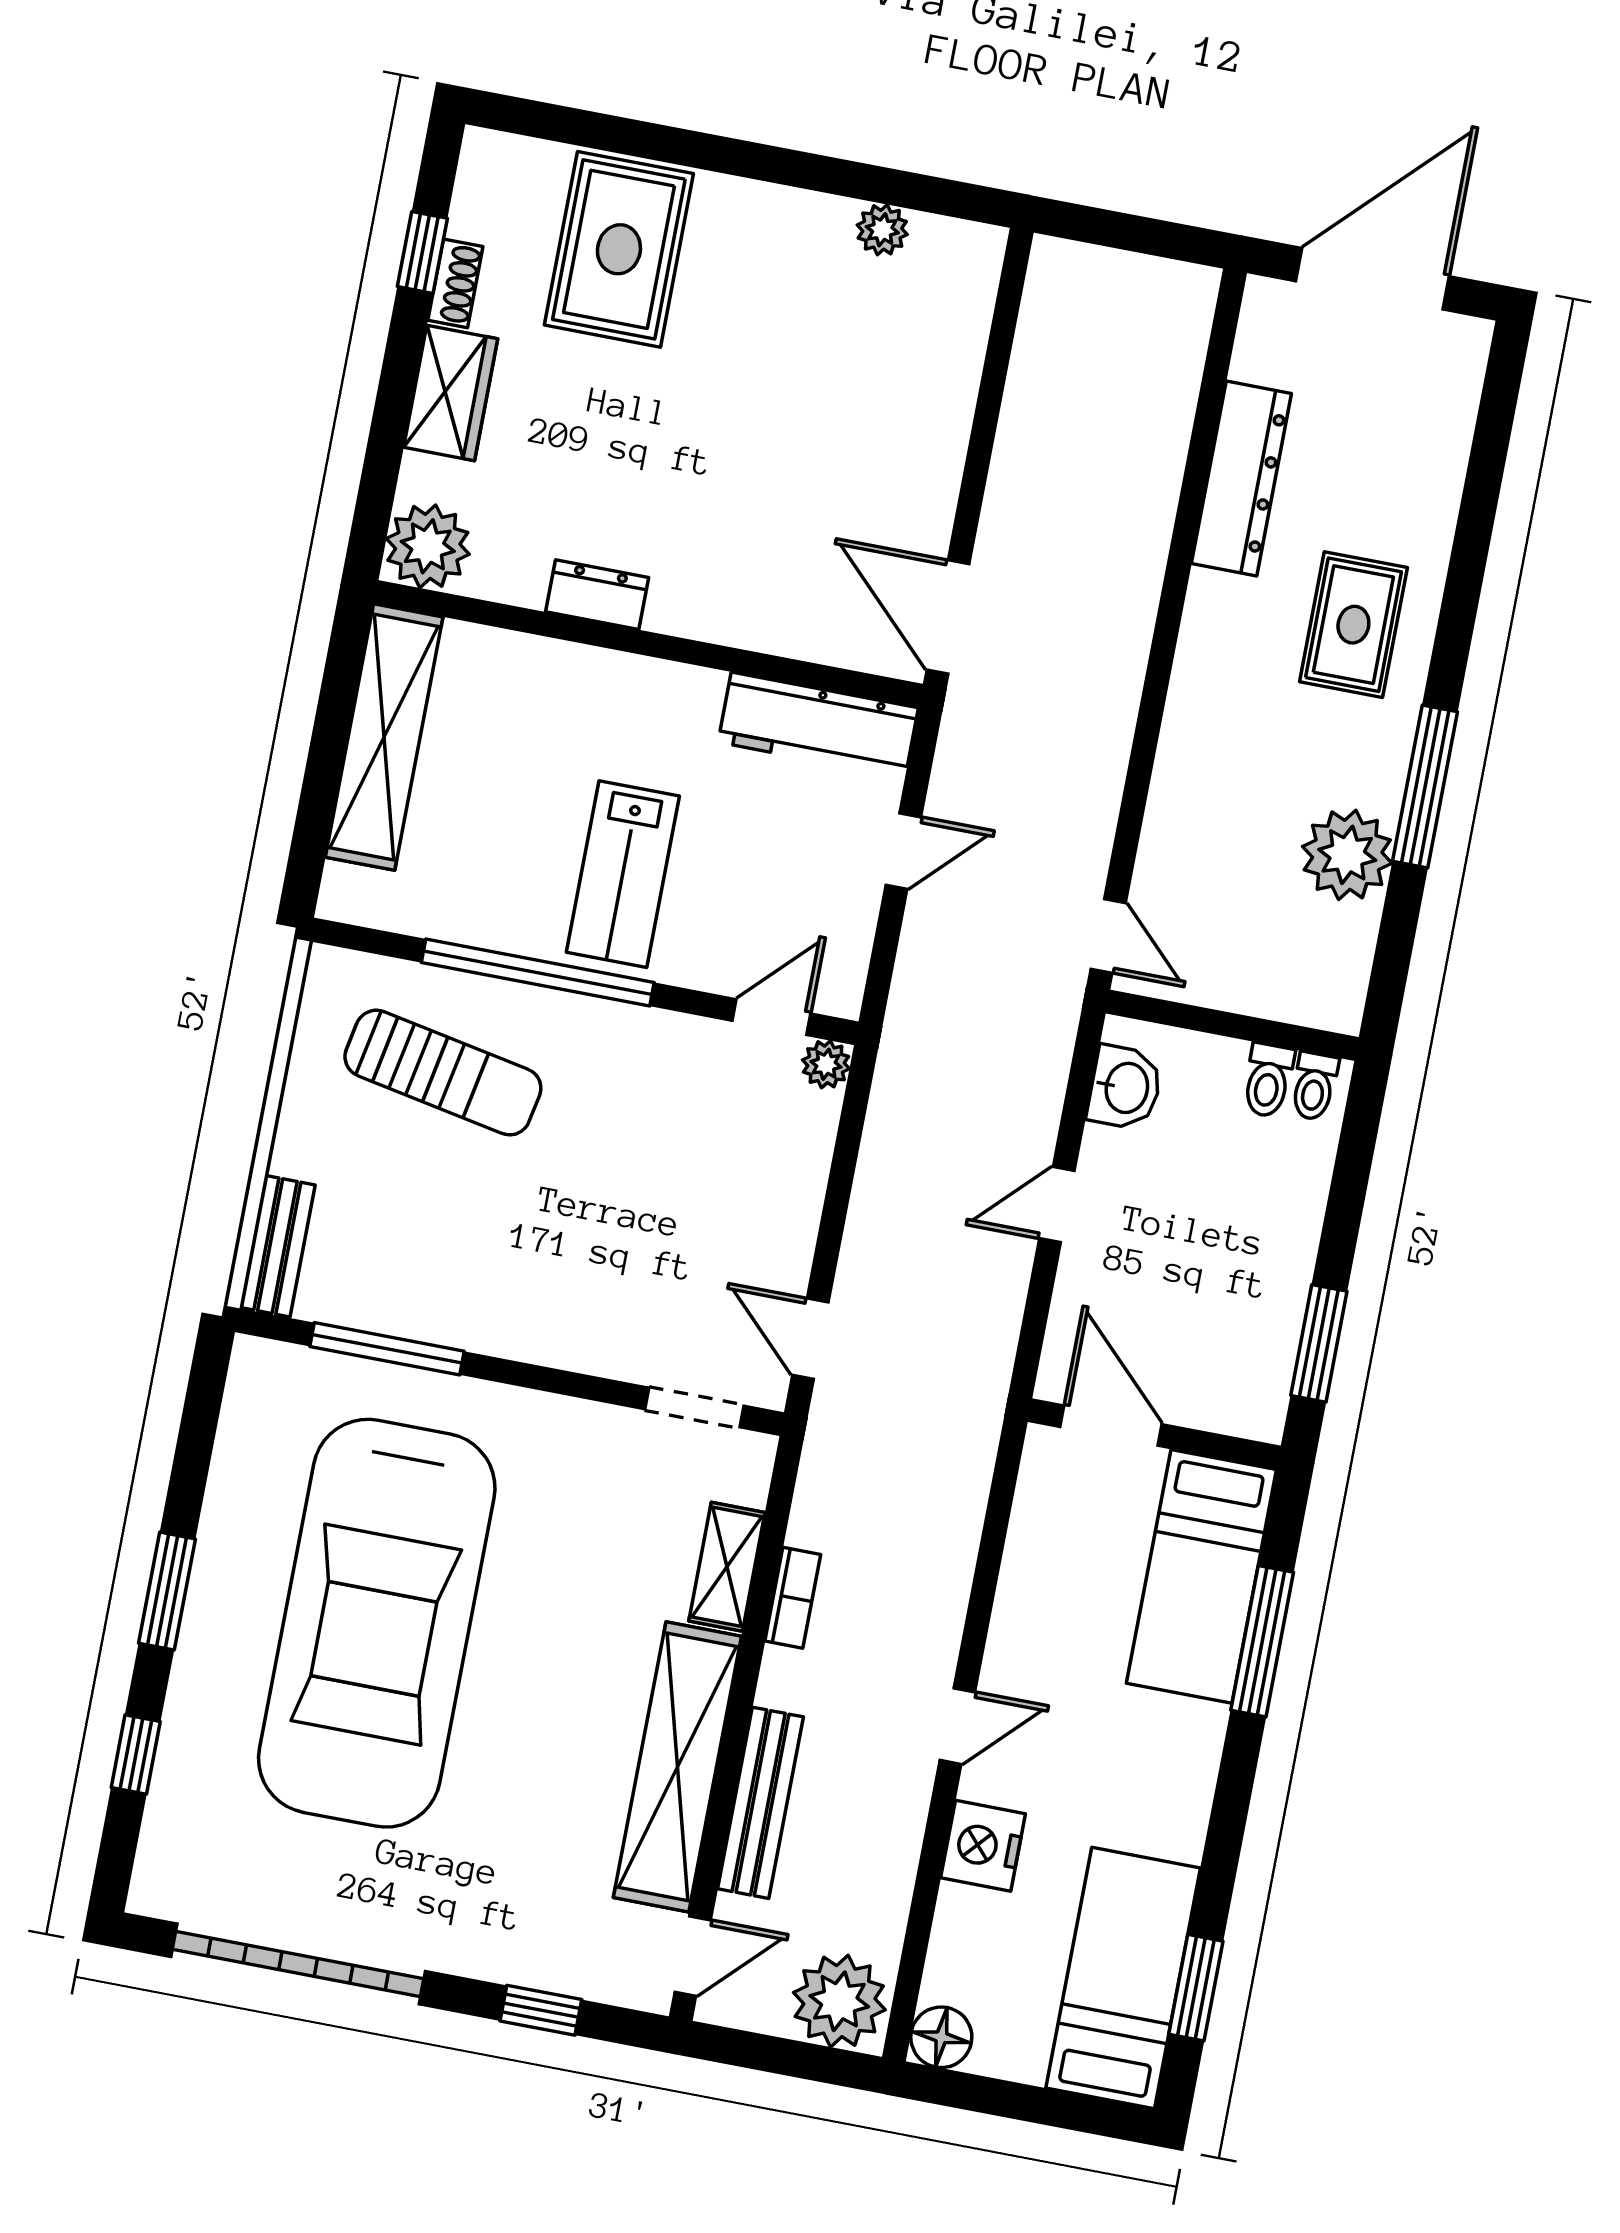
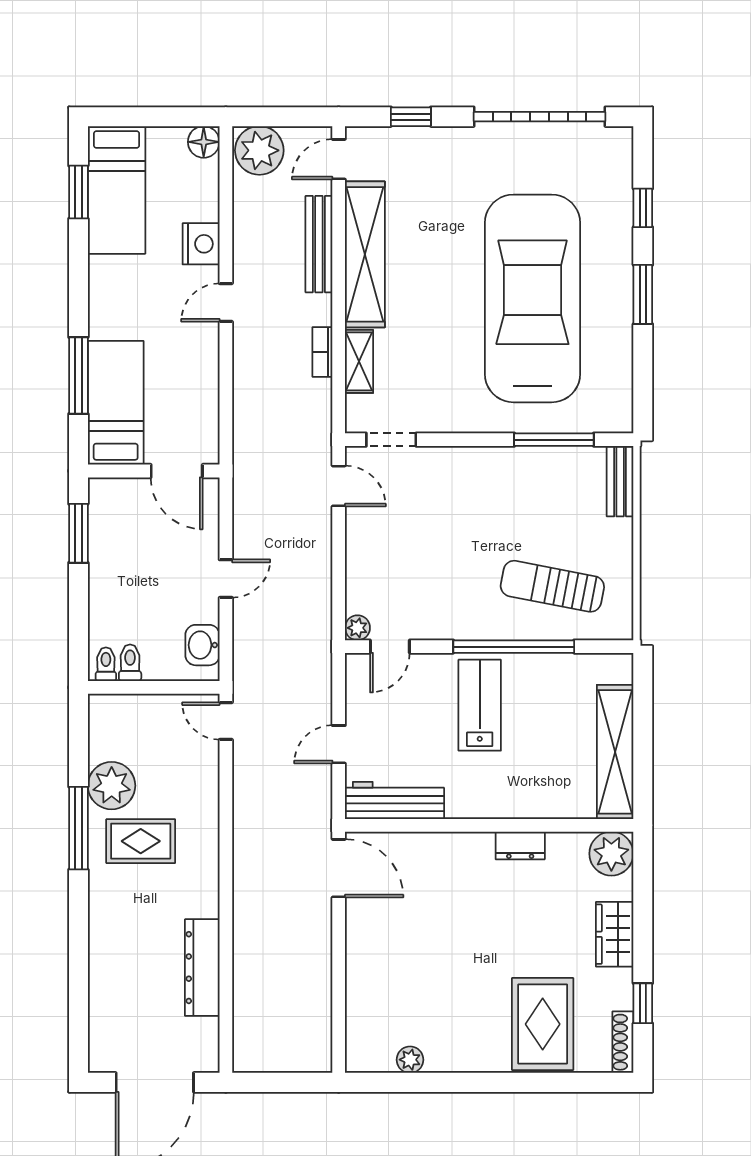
shoe rack: (455, 283) -> (623, 1042), moved, width x1.43
rug: (1353, 625) -> (141, 841), moved, turned 90

